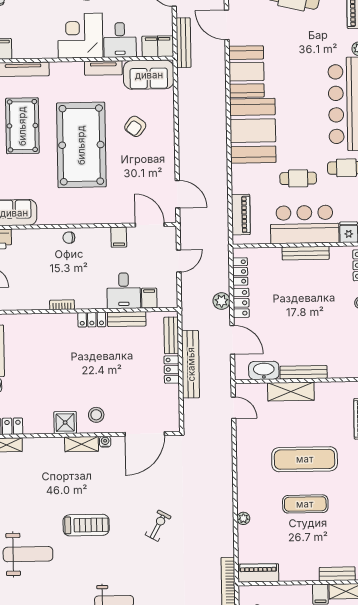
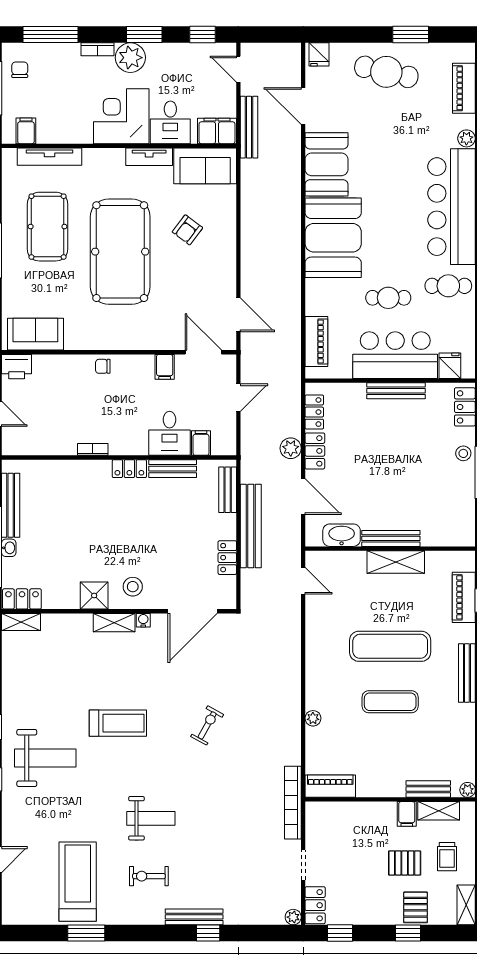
locker: (172, 370) -> (227, 558), moved
shelving: (291, 392) -> (396, 562), moved

